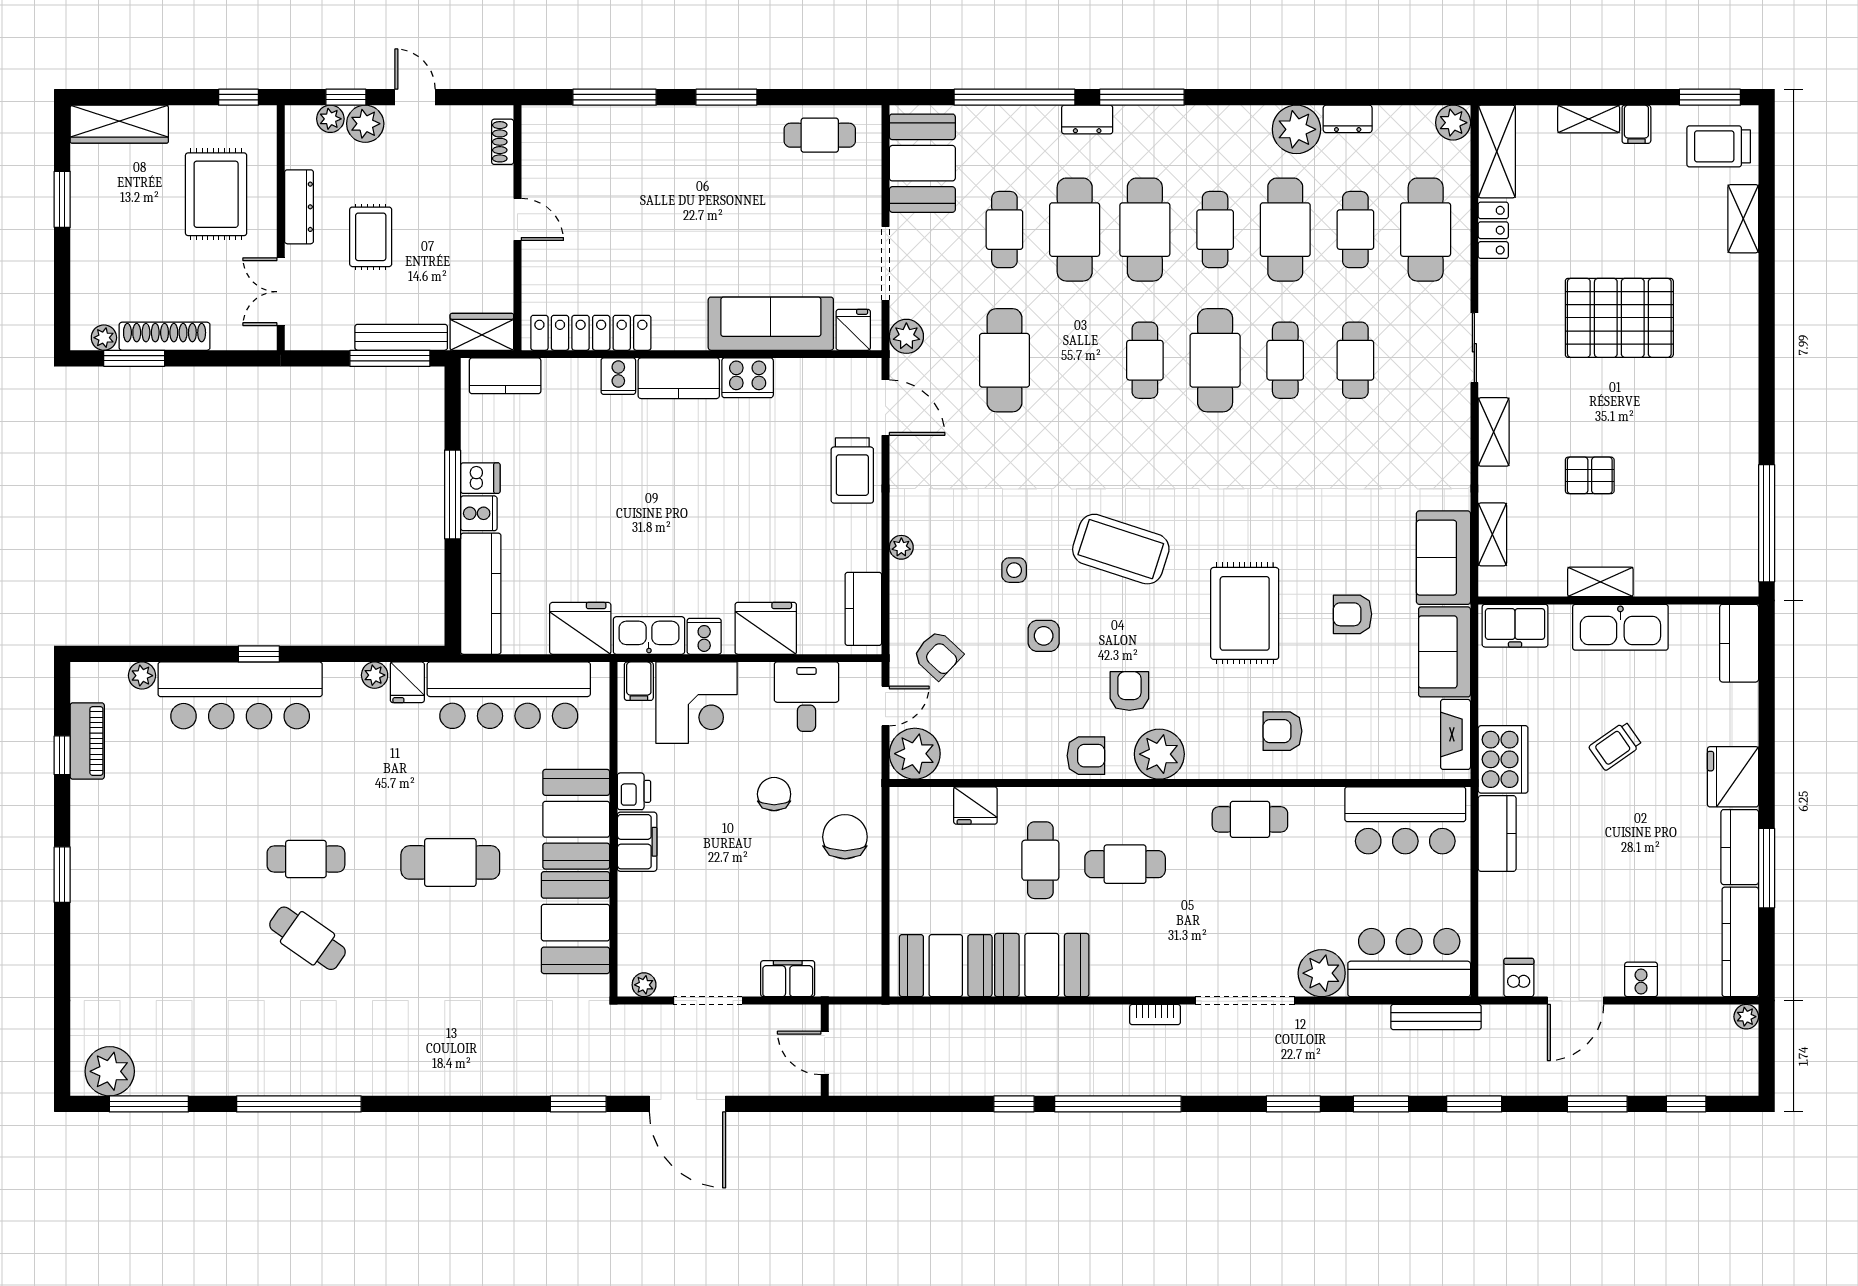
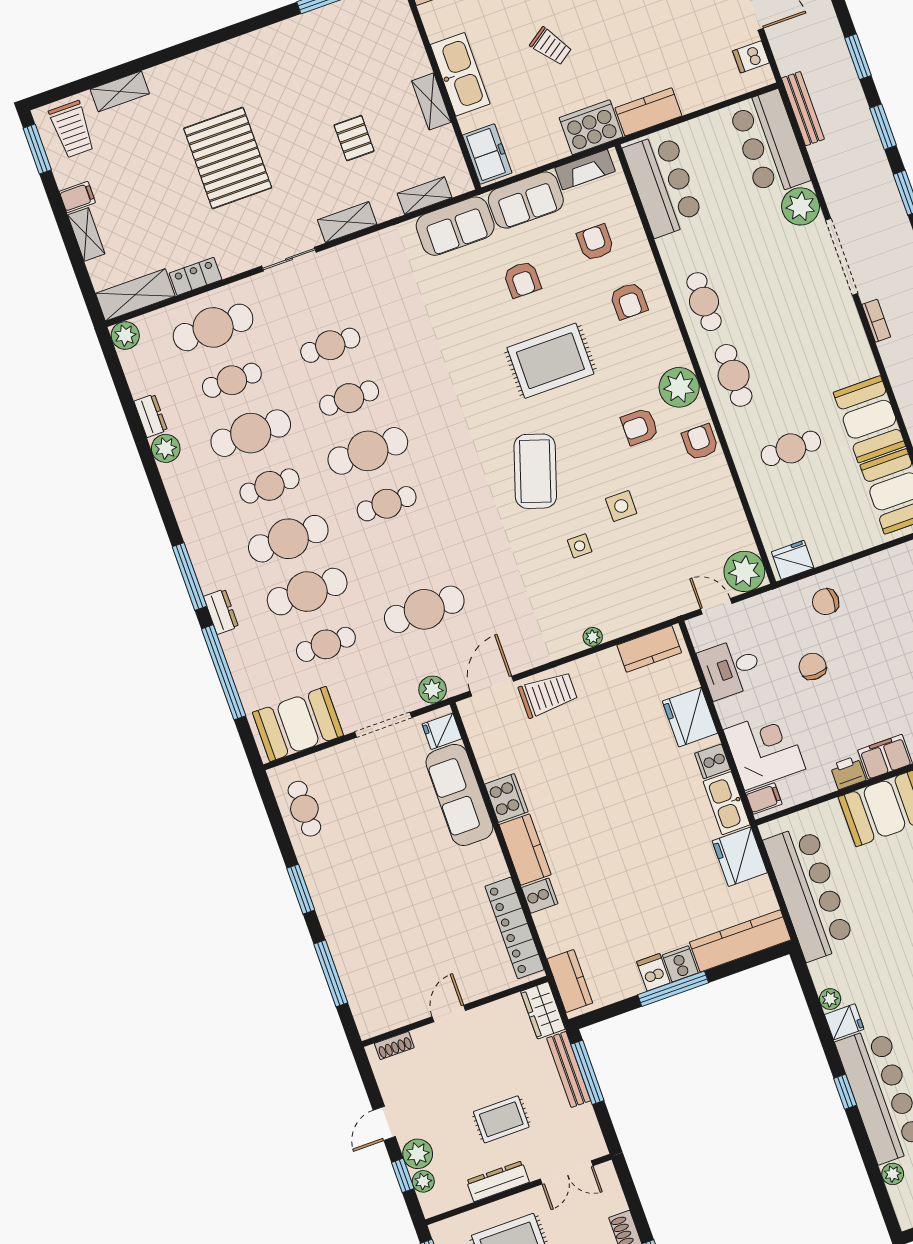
plant: (1296, 129) -> (166, 448), width x0.73, depth x0.73
armchair: (938, 655) -> (595, 243), moved, turned -43
fridge: (407, 682) -> (844, 1022), moved
chair: (774, 794) -> (813, 666), turned 90
fridge: (975, 805) -> (793, 560), moved, turned -90
chair: (845, 837) -> (826, 602), width x0.73, depth x0.73
cafe table: (1125, 864) -> (734, 375), moved

